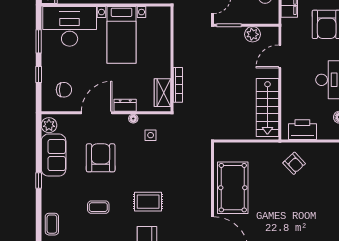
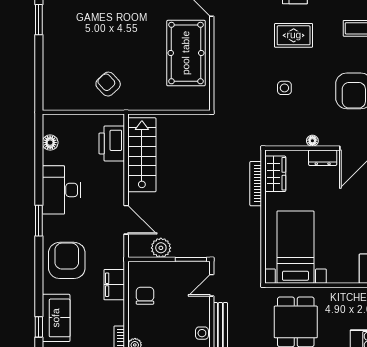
bed with nightstands: (121, 35) -> (295, 247), moved
door: (280, 56) -> (126, 220), hinge flipped
printer: (302, 130) -> (112, 143), moved, turned 90
side table: (151, 135) -> (284, 88), moved

